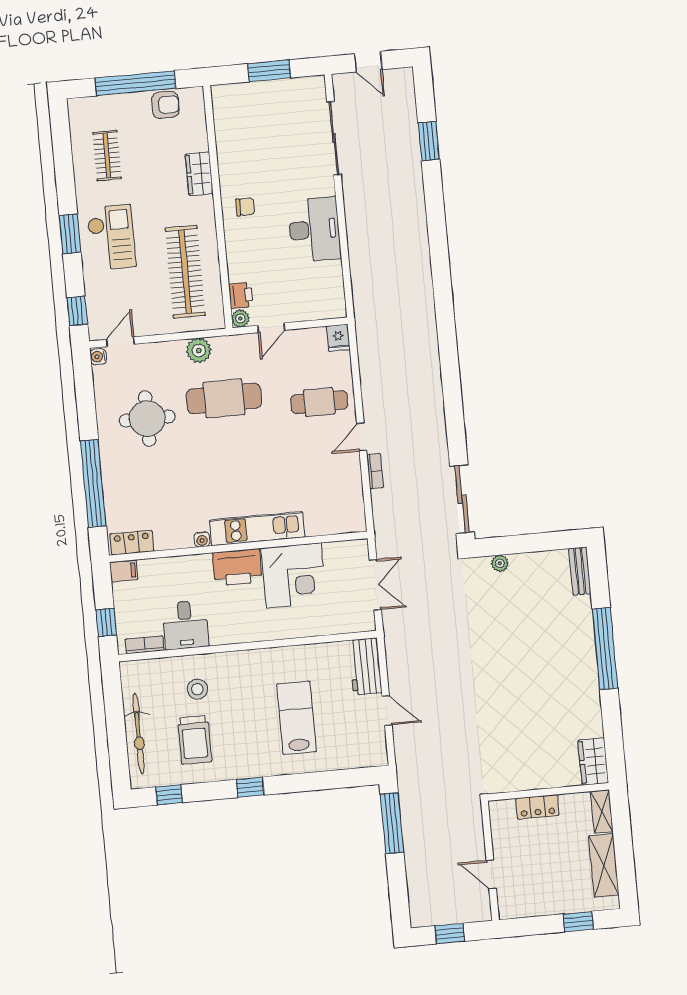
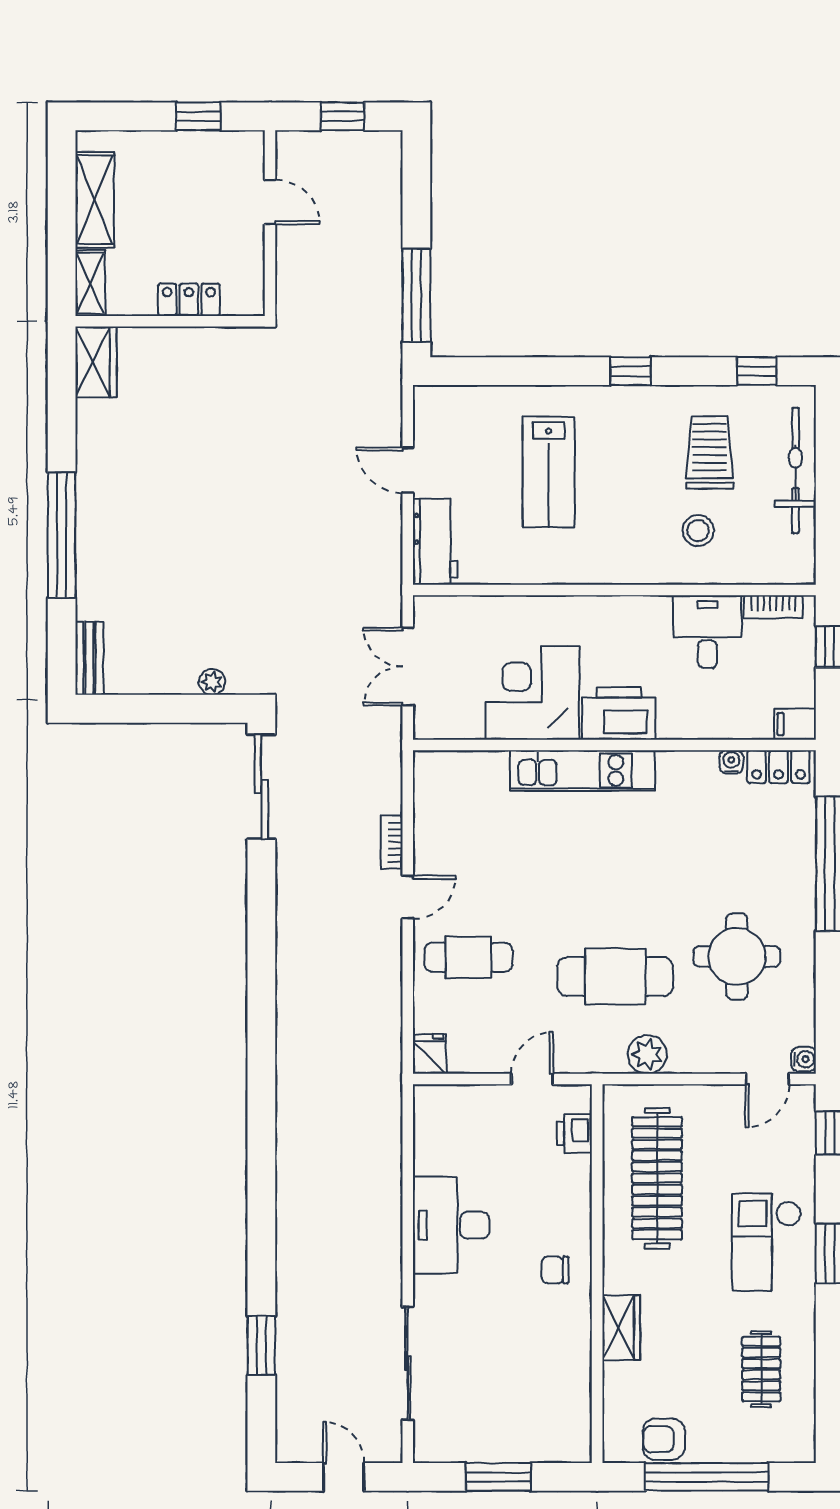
plant: (240, 318) -> (578, 1098), removed
water cooler: (202, 539) -> (731, 762), moved
window: (578, 922) -> (198, 116), moved

